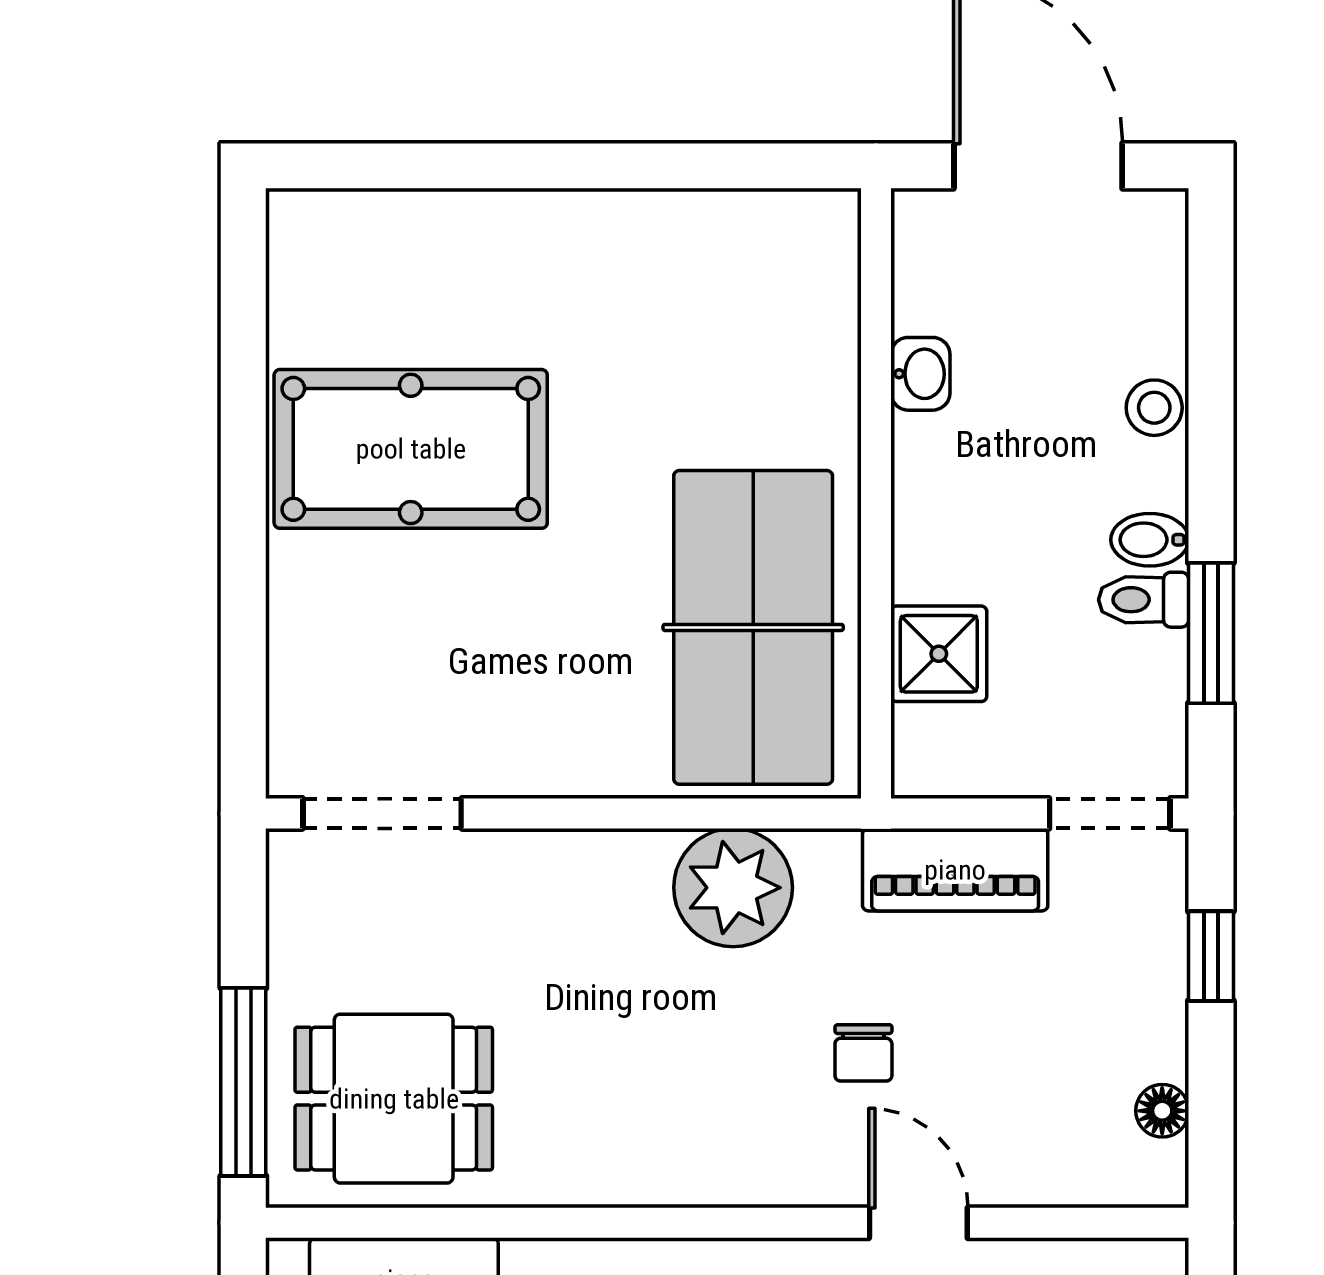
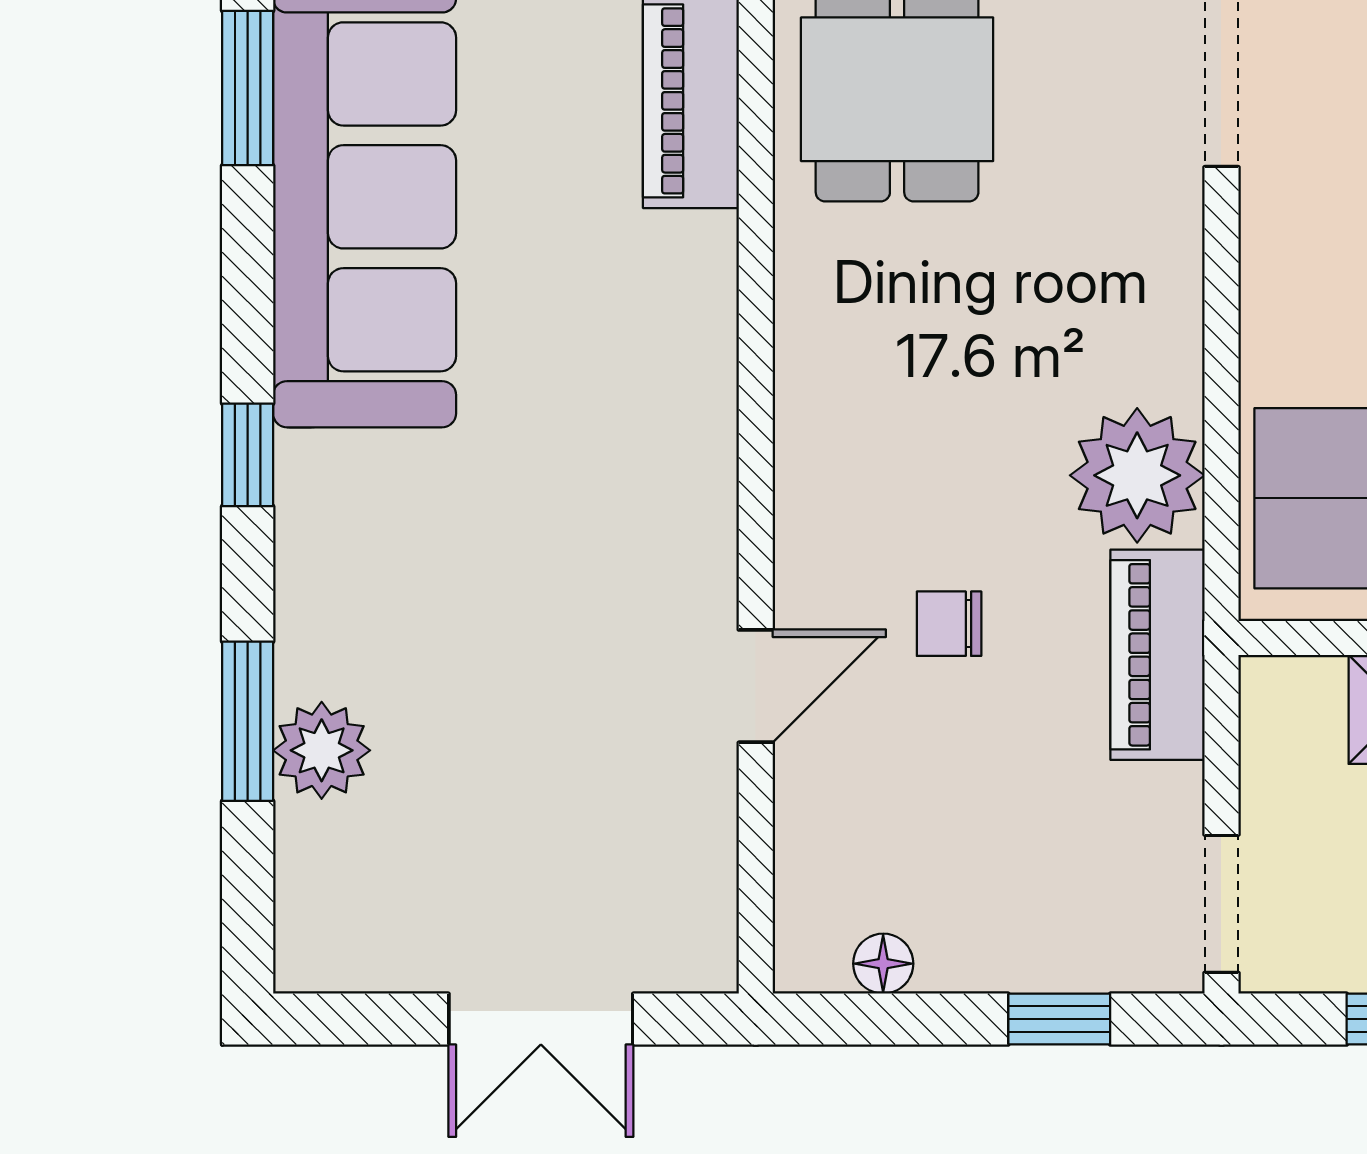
piano: (955, 870) -> (1157, 655), moved

